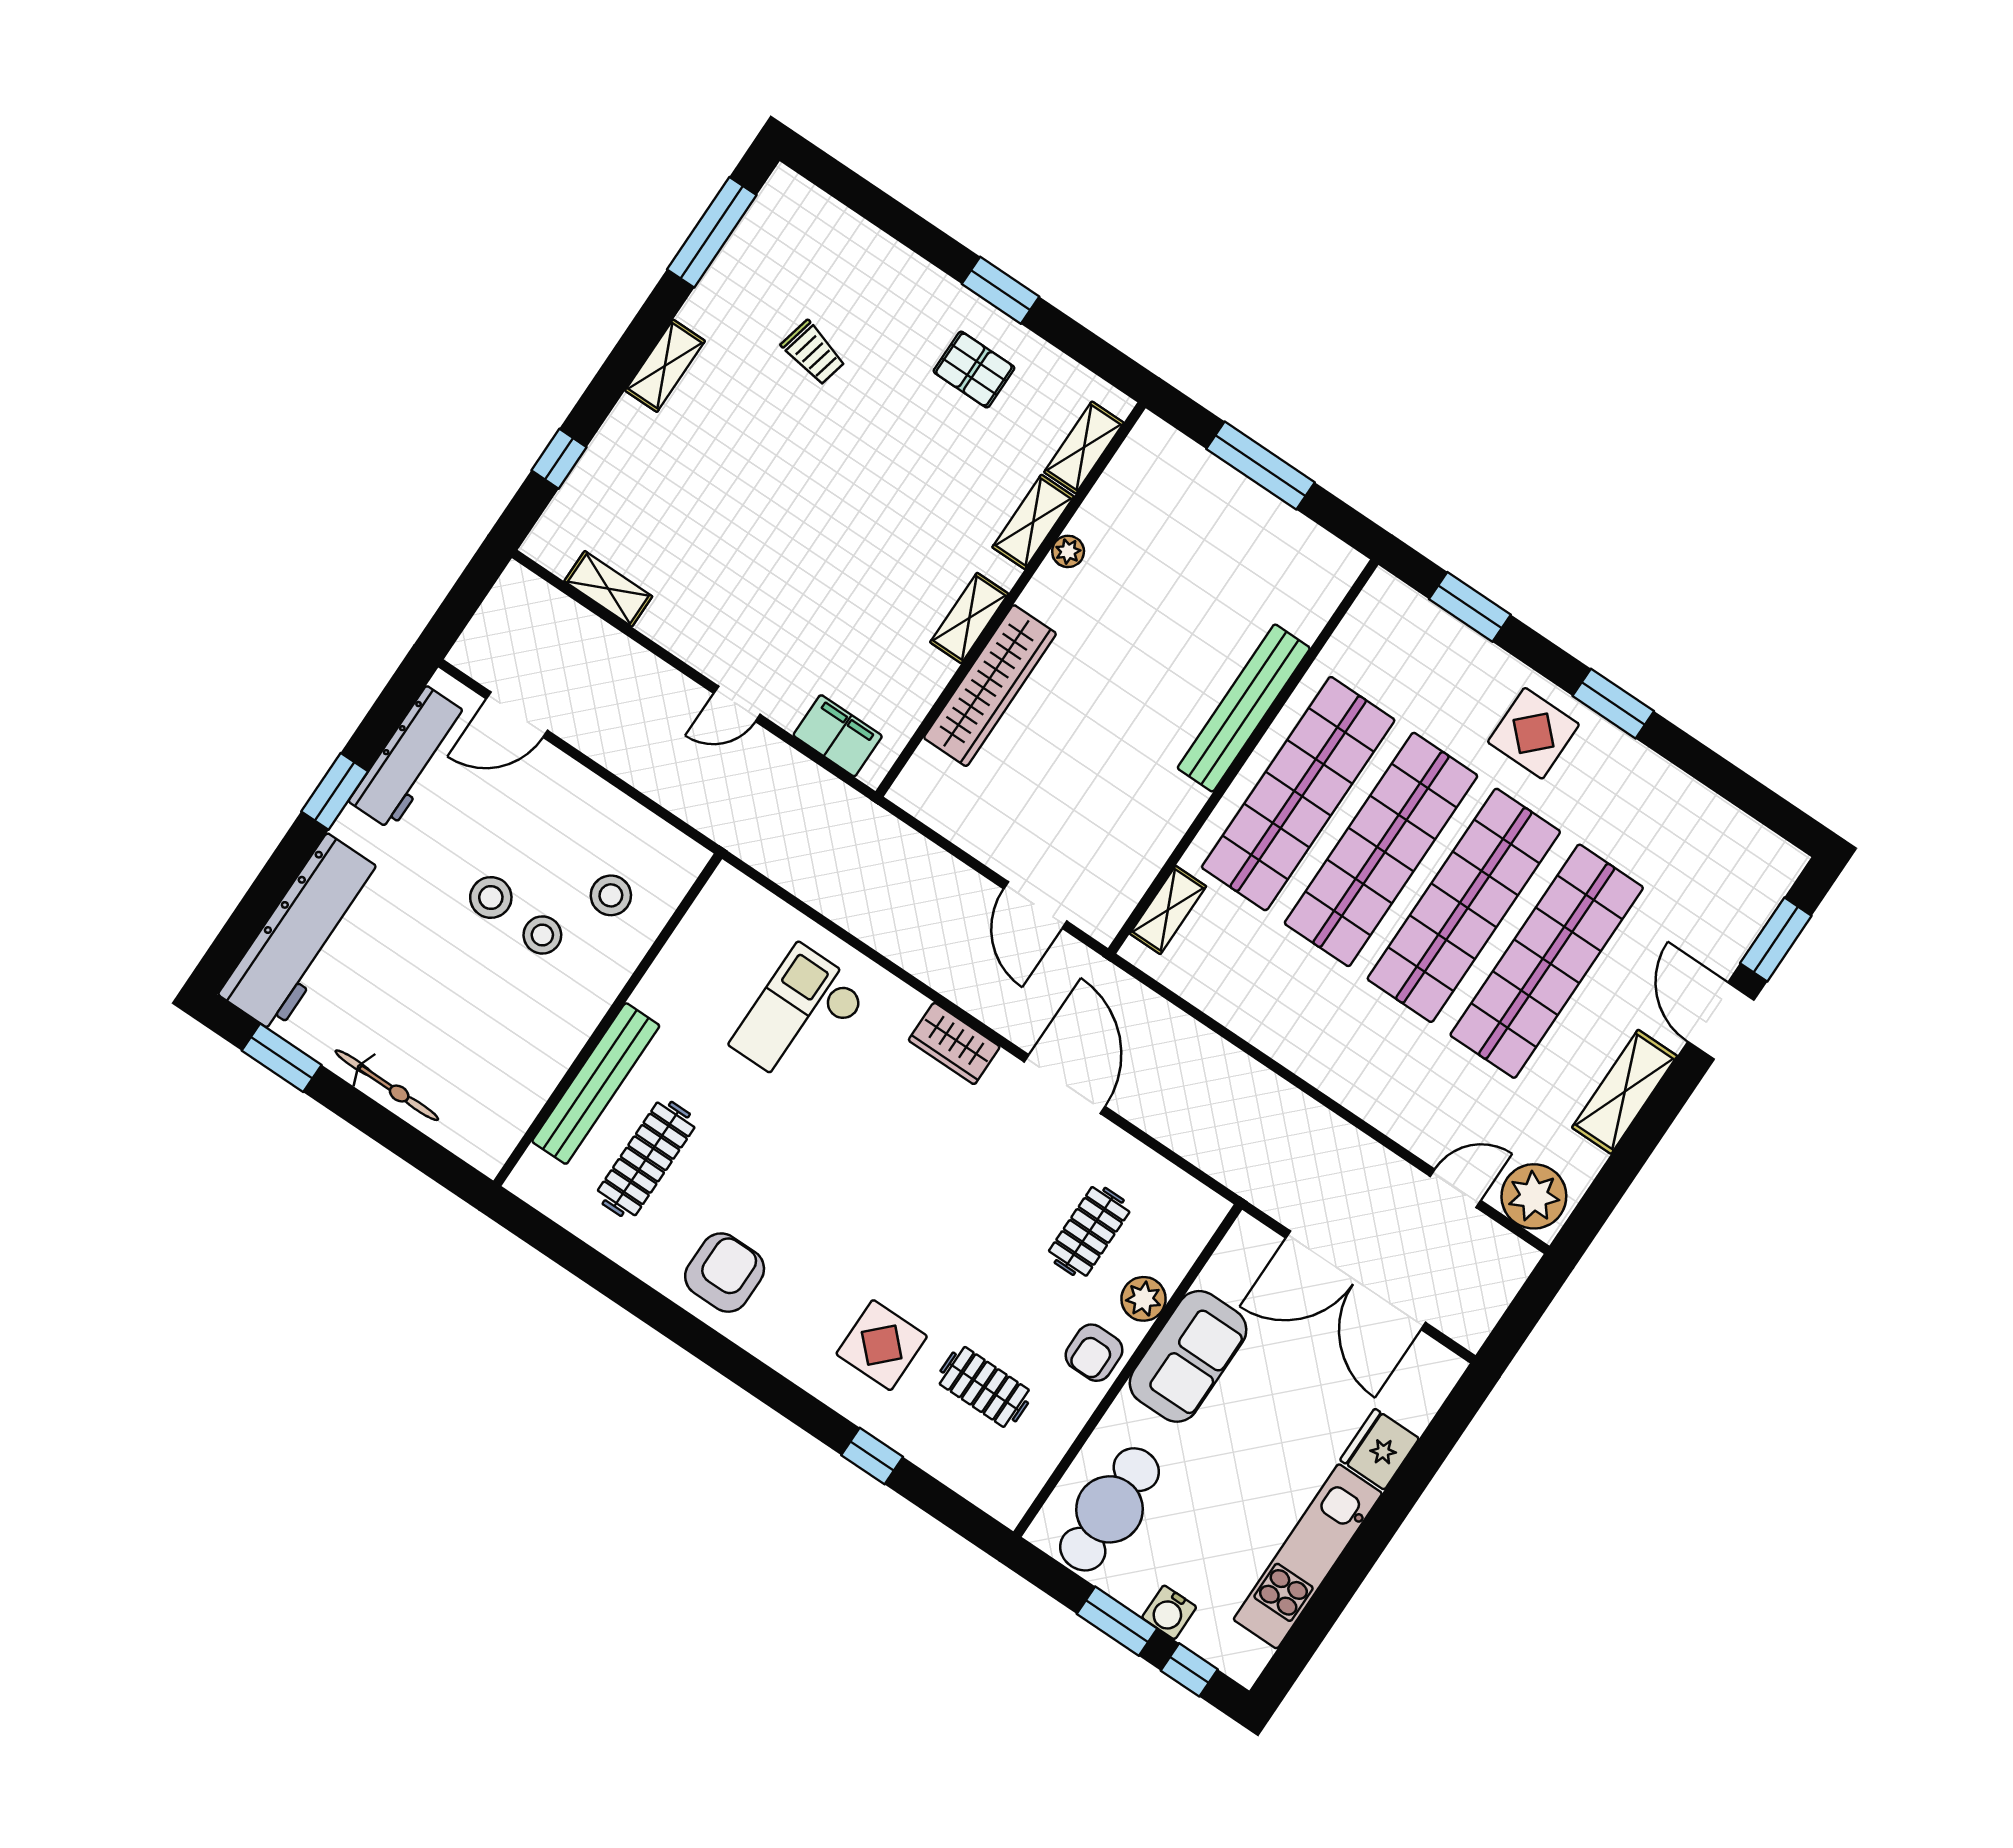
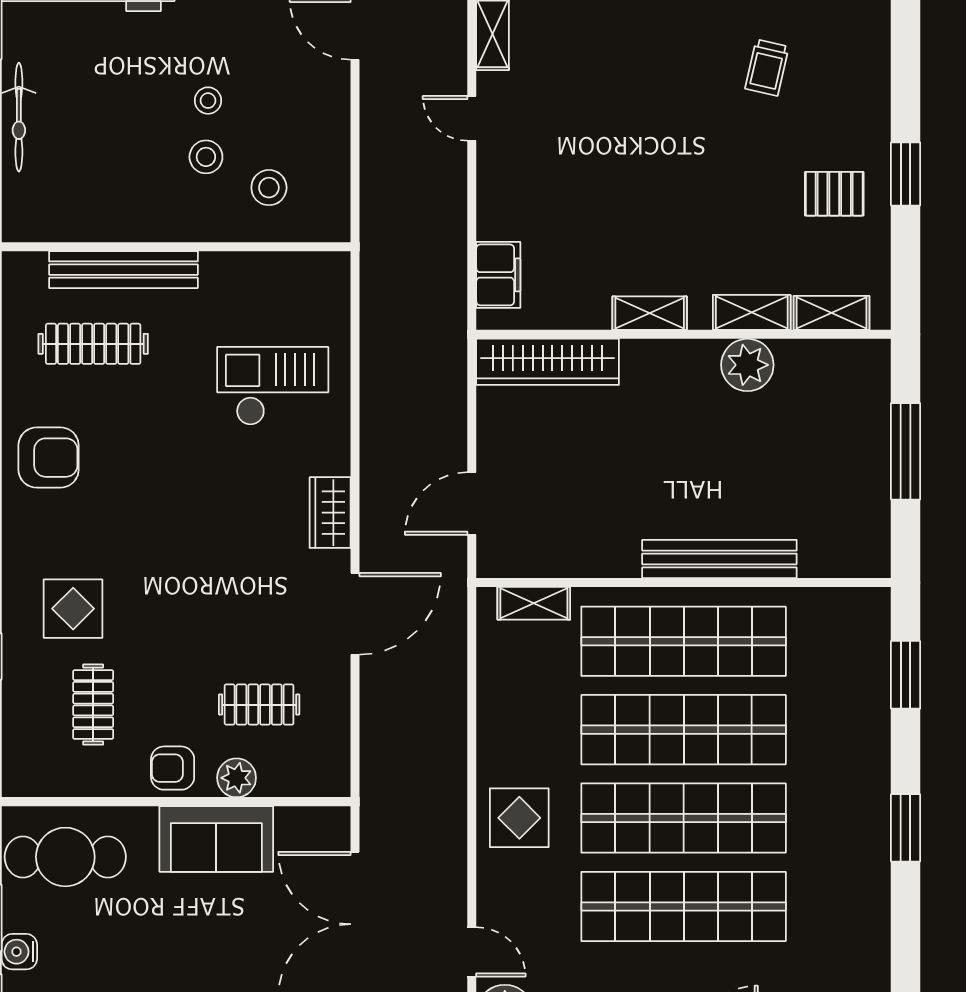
pallet: (974, 370) -> (834, 194), turned 90
plant: (1068, 551) -> (747, 365), width x1.88, depth x1.88
wardrobe: (990, 686) -> (548, 362), moved
door: (737, 704) -> (472, 118), moved
display table: (1533, 733) -> (519, 818), moved
stool: (491, 897) -> (208, 101), width x0.73, depth x0.73

